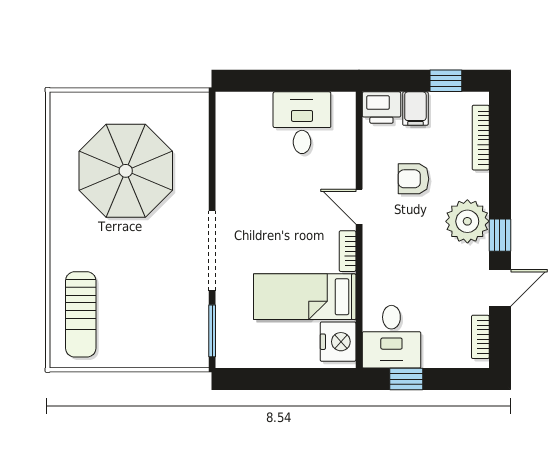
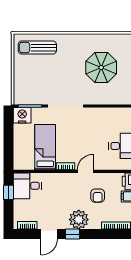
parasol: (126, 171) -> (101, 68), width x0.73, depth x0.73
armchair: (413, 179) -> (98, 196), turned 180
door: (500, 288) -> (49, 234), hinge flipped
nightstand: (338, 342) -> (22, 115), moved, turned 180

